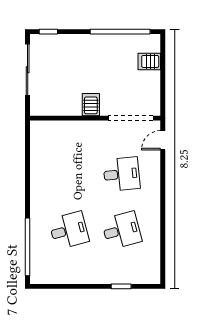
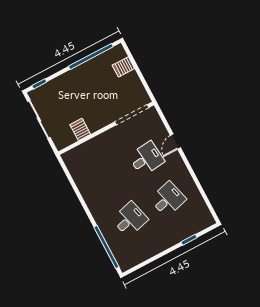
server rack: (91, 105) -> (80, 129), moved
door: (163, 140) -> (175, 142), moved

